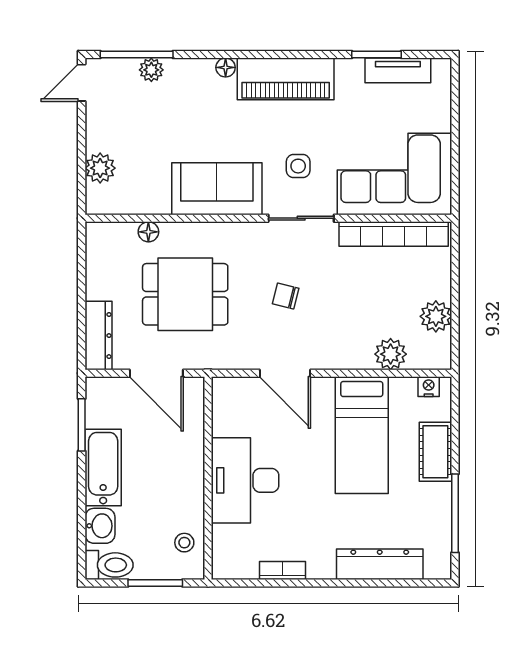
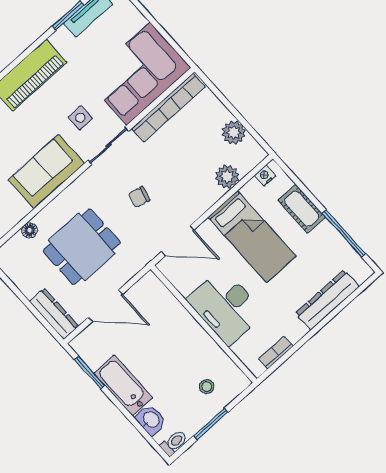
wall: (208, 478) -> (204, 324), moved
desk: (245, 480) -> (225, 306), moved
toilet: (109, 565) -> (174, 443), width x0.73, depth x0.72

